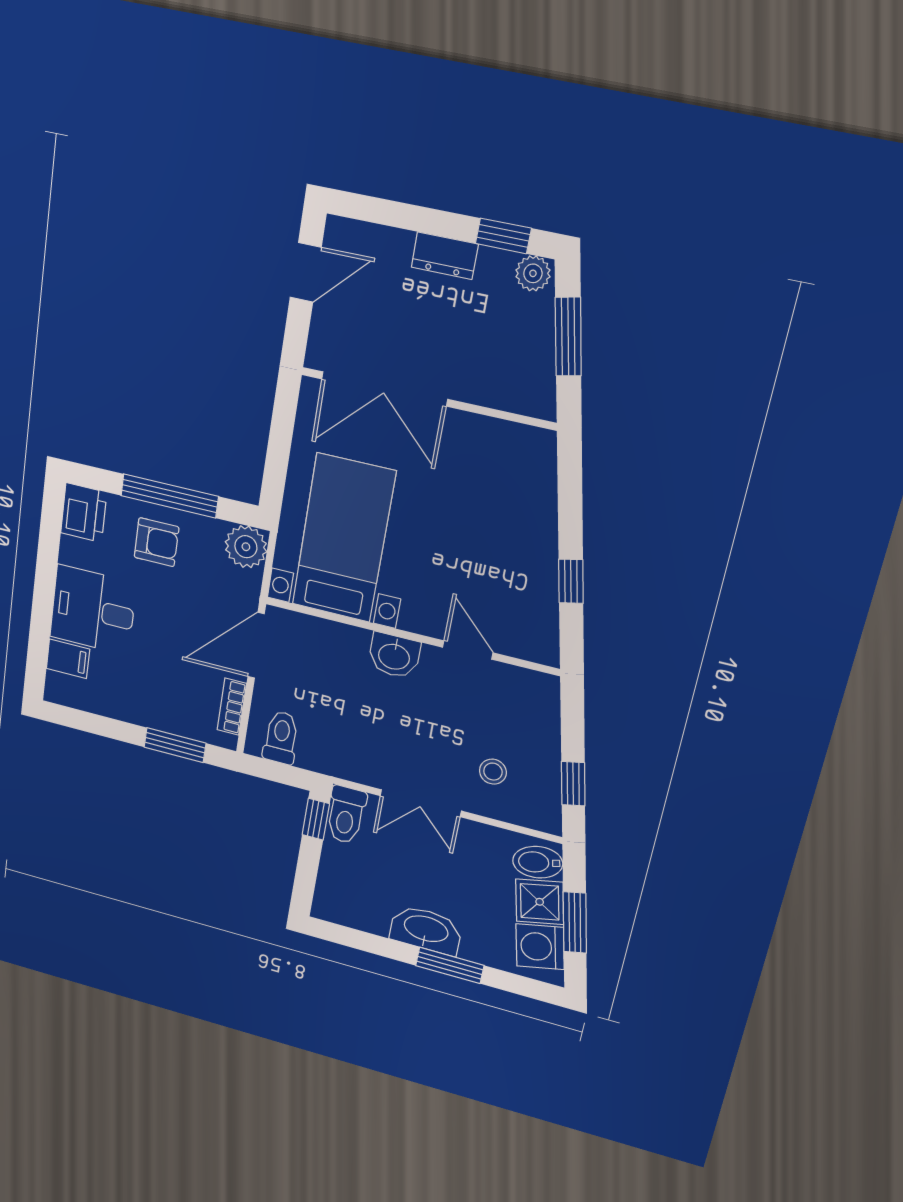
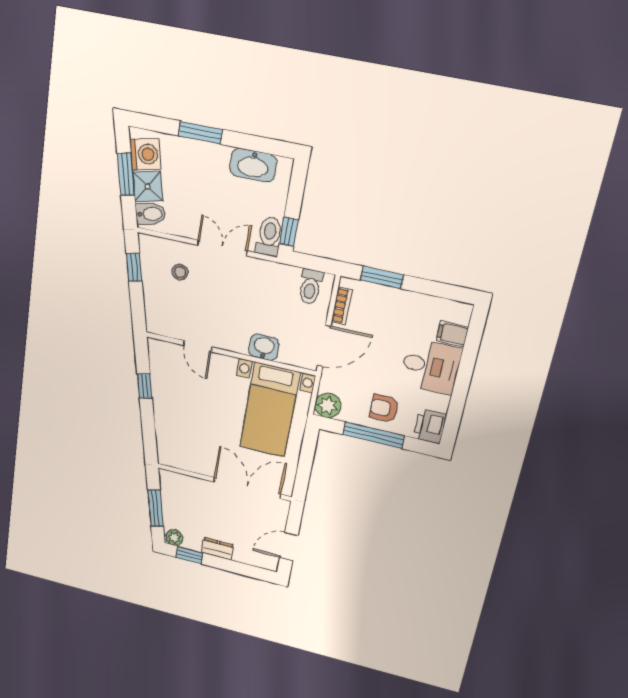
washbasin: (394, 656) -> (264, 347), moved
washbasin: (426, 930) -> (253, 165), moved

